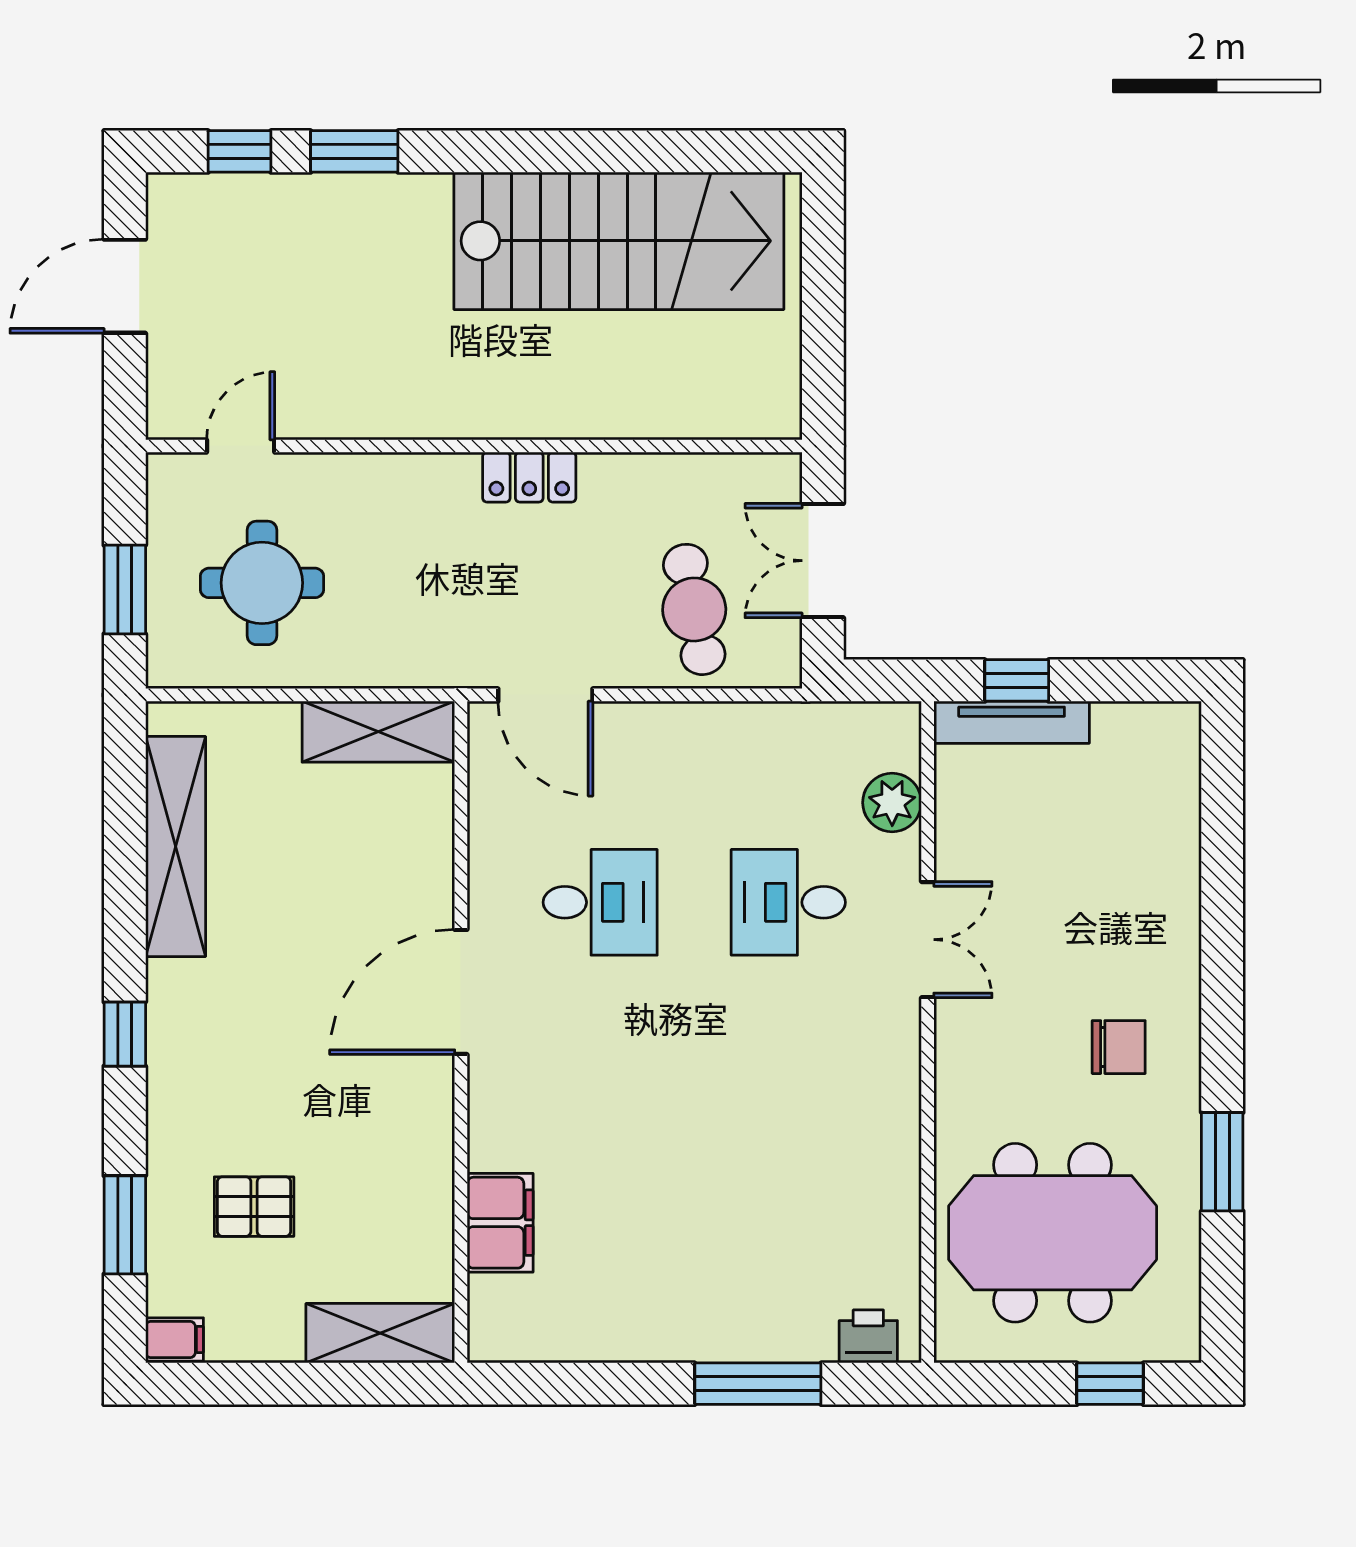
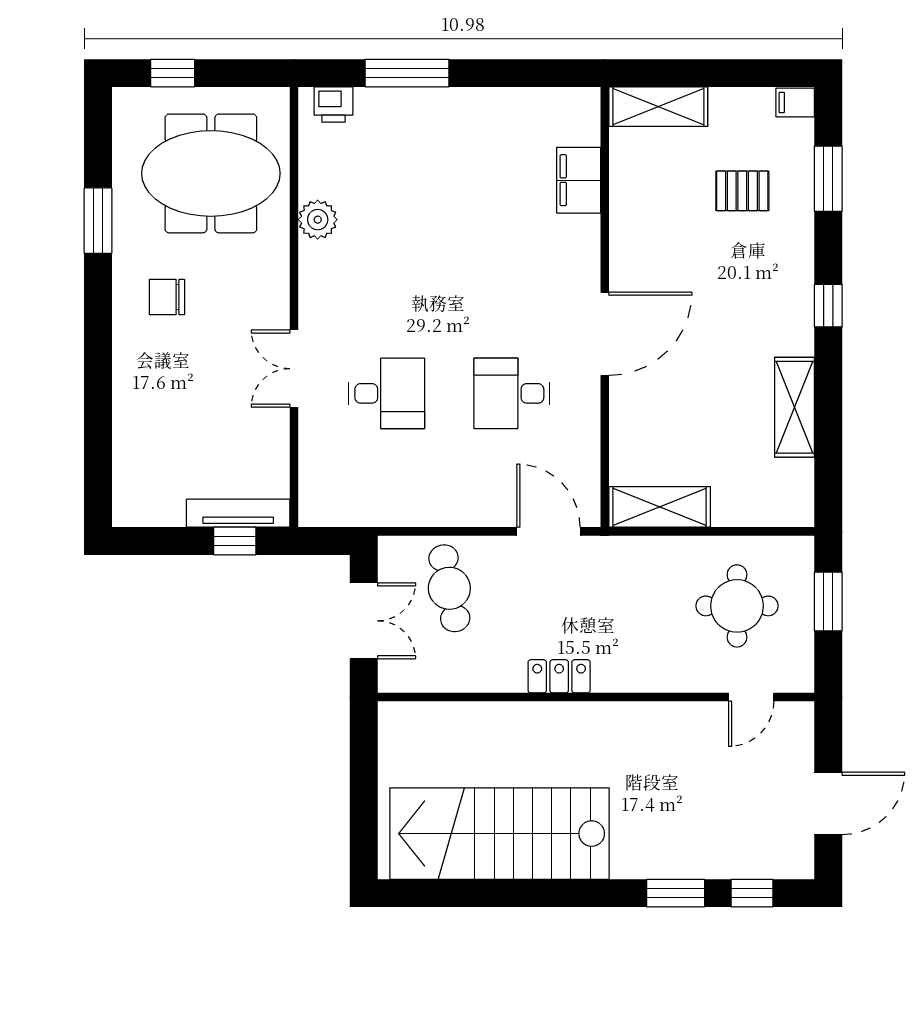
plant: (892, 803) -> (318, 220), moved
shelving: (176, 846) -> (795, 407), width x0.68

